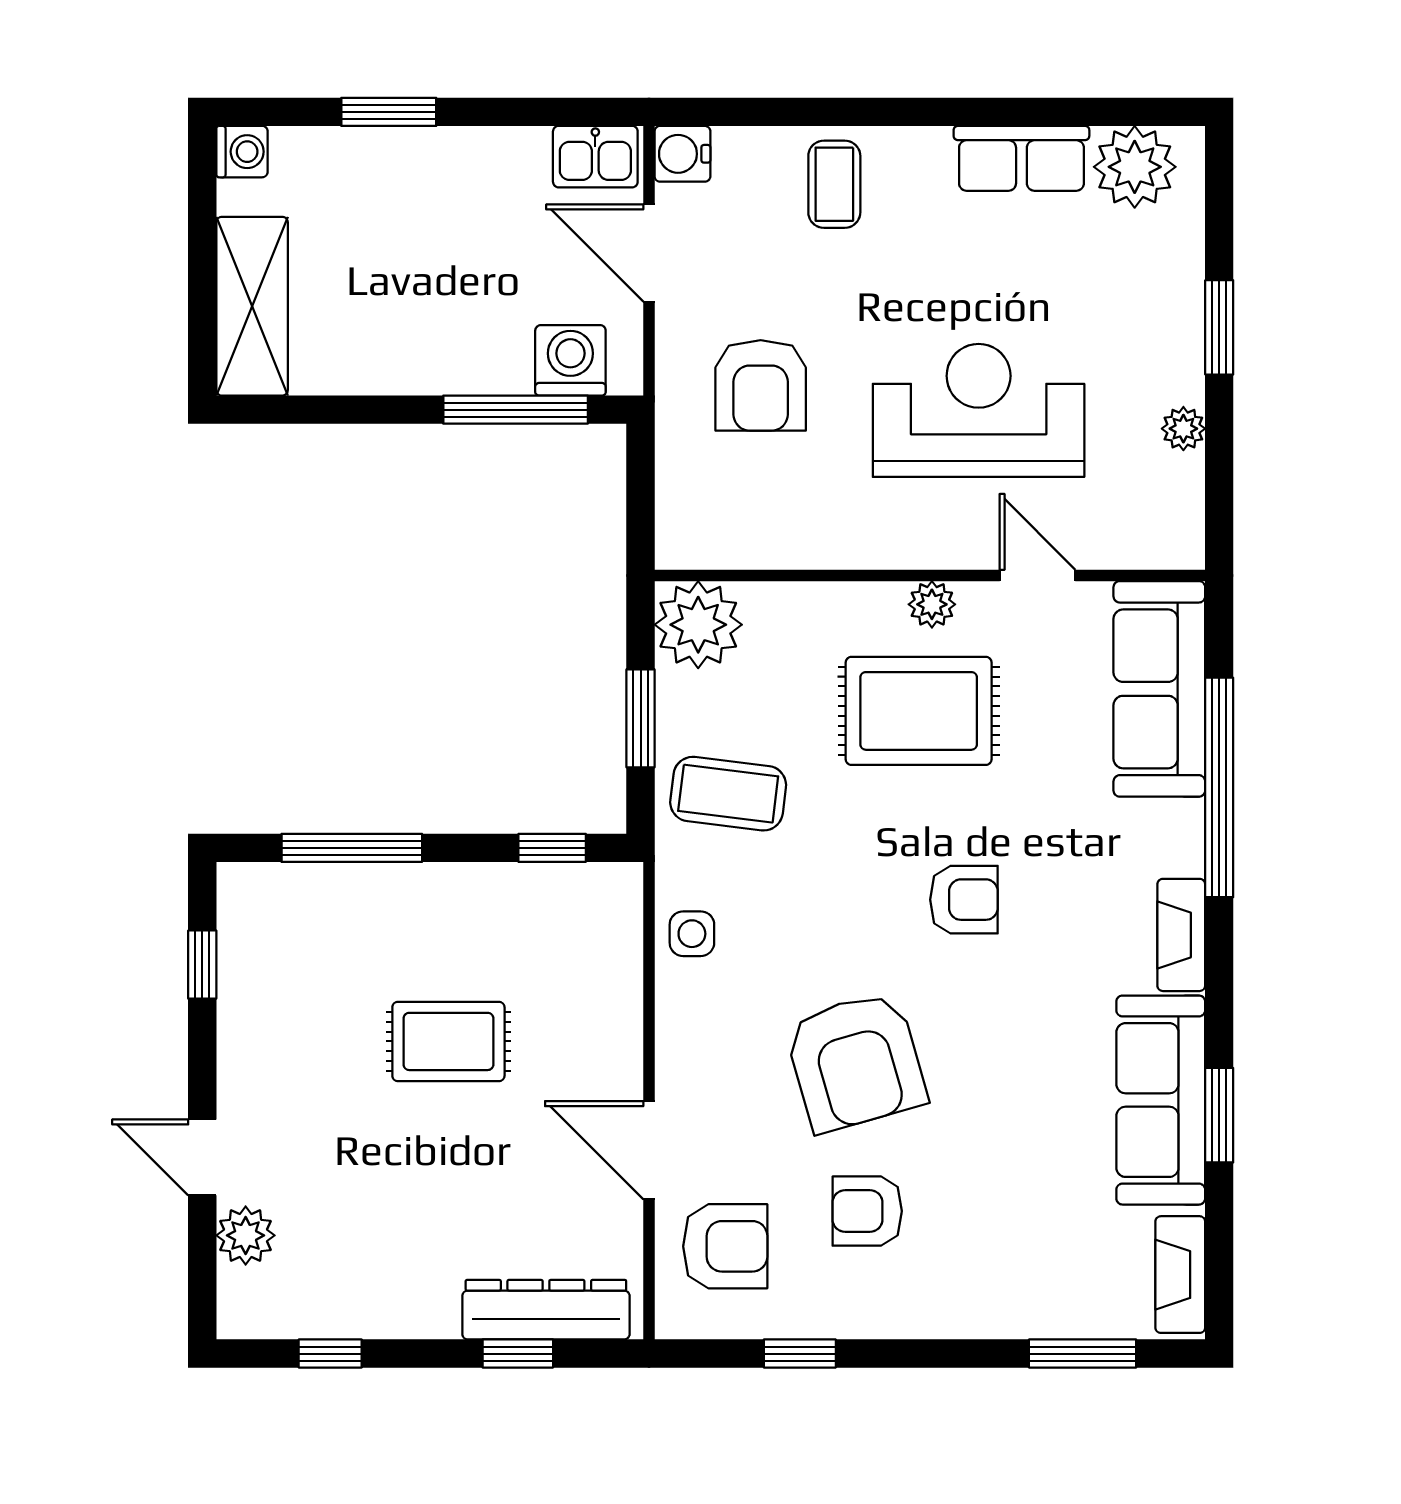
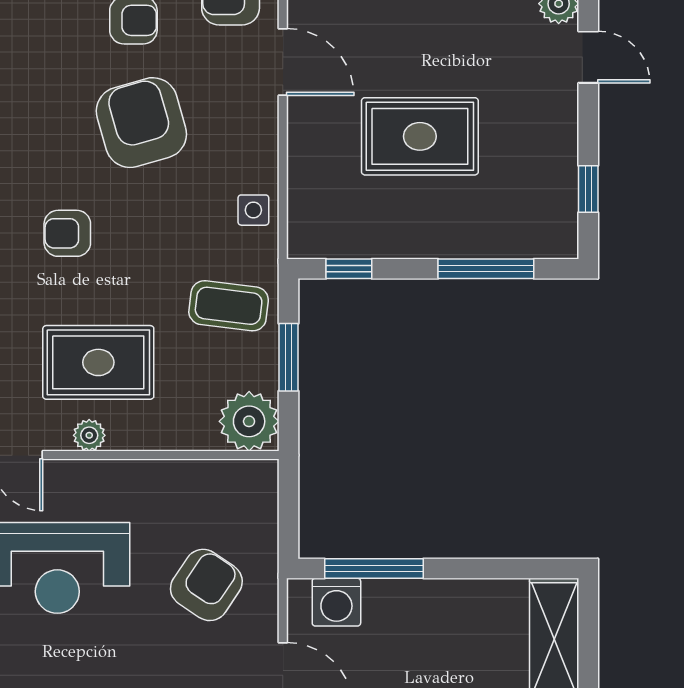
armchair: (761, 385) -> (206, 585), turned 34
rug: (448, 1041) -> (420, 136), width x1.36, depth x1.43

